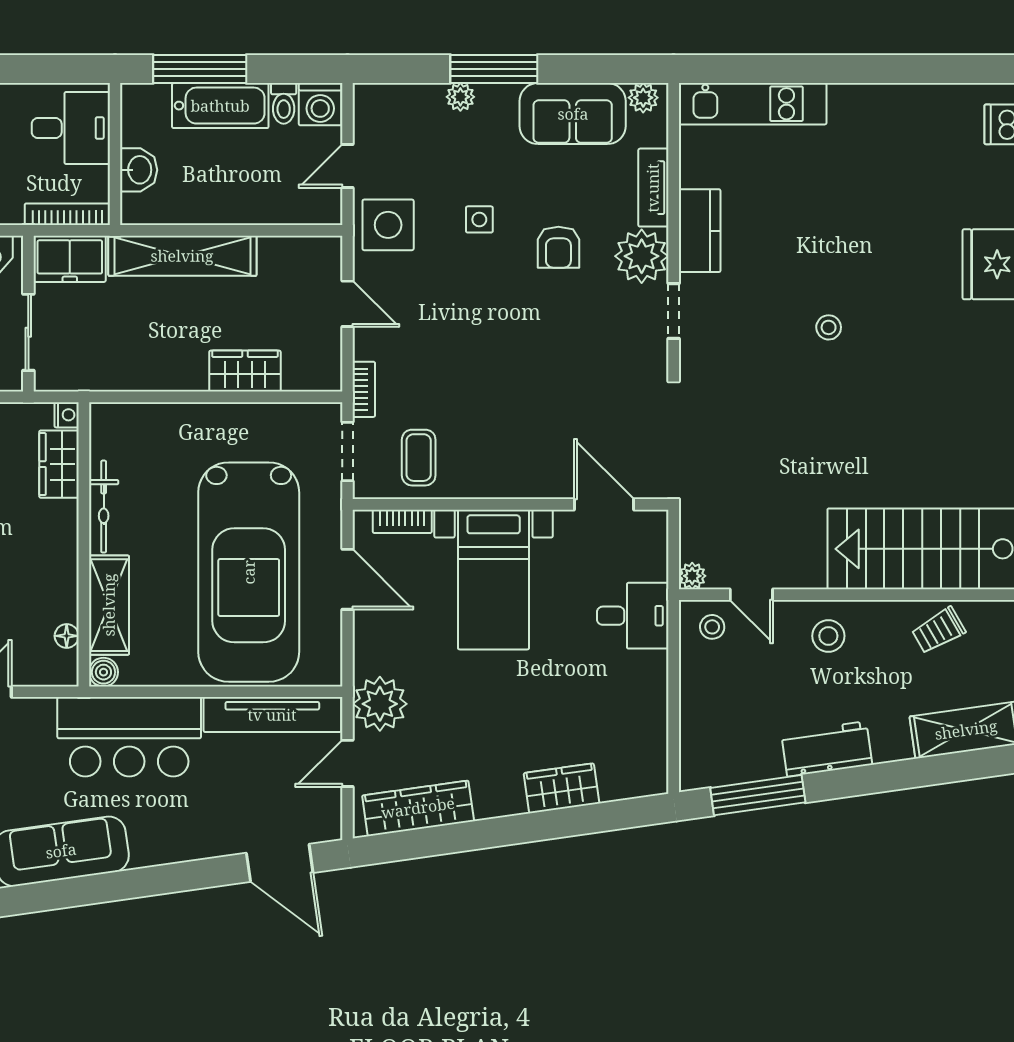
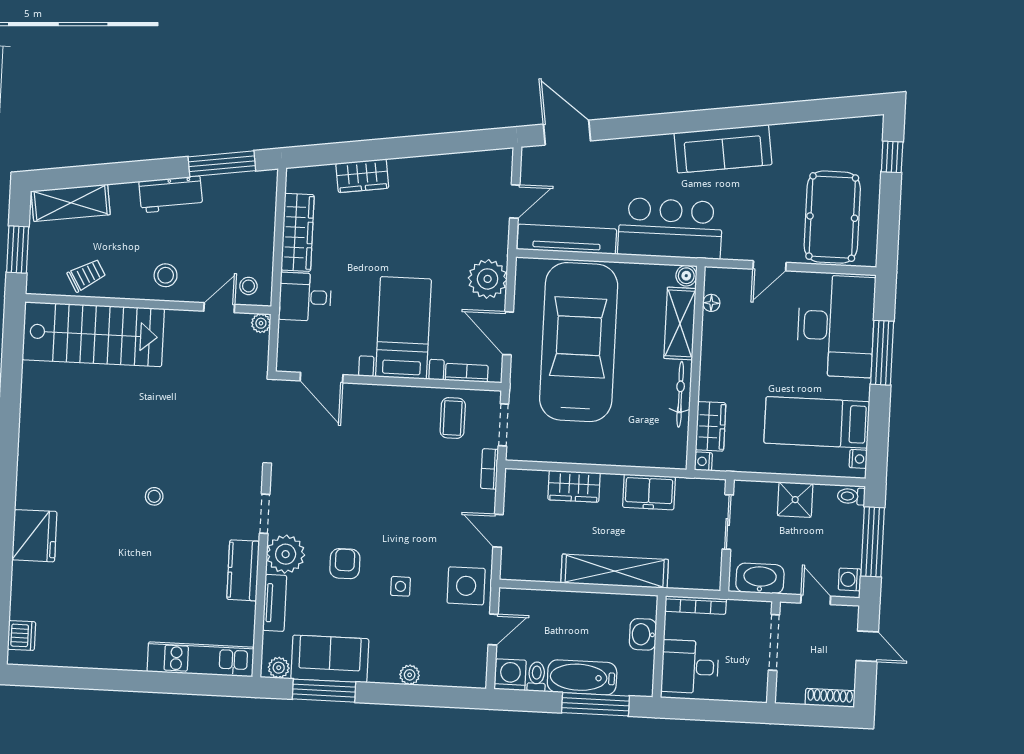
window: (494, 69) -> (324, 691), moved
freezer: (70, 259) -> (649, 492), moved, turned 180
door: (751, 595) -> (219, 308), hinge flipped
plant: (380, 704) -> (488, 279), moved
wardrobe: (418, 808) -> (298, 232), moved, turned -82

